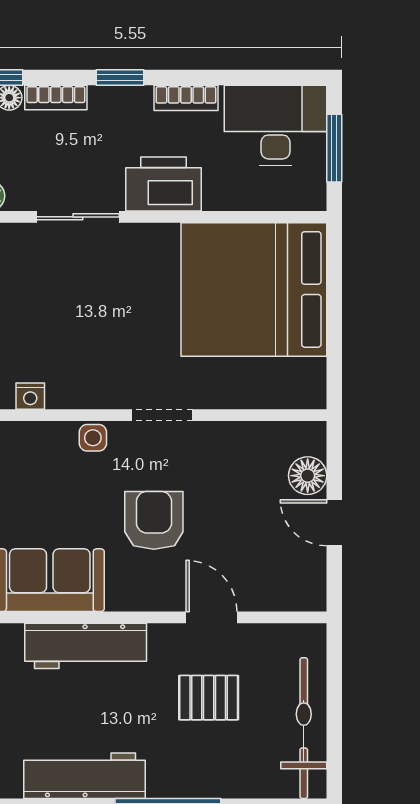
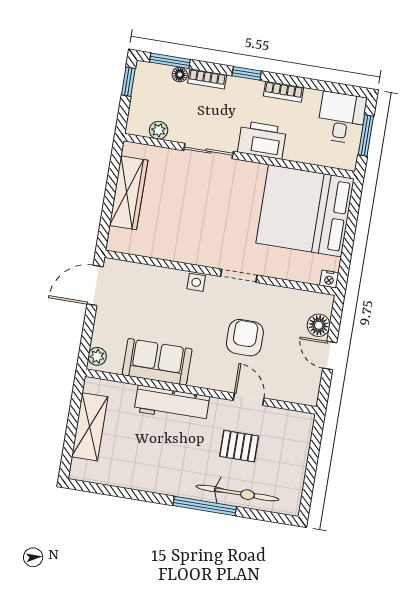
desk: (276, 125) -> (342, 118), width x0.73
nightstand: (30, 396) -> (329, 279), moved
armchair: (154, 520) -> (245, 338), moved
bicycle: (304, 728) -> (237, 493), moved, turned 90
workbench: (84, 776) -> (159, 480), removed

